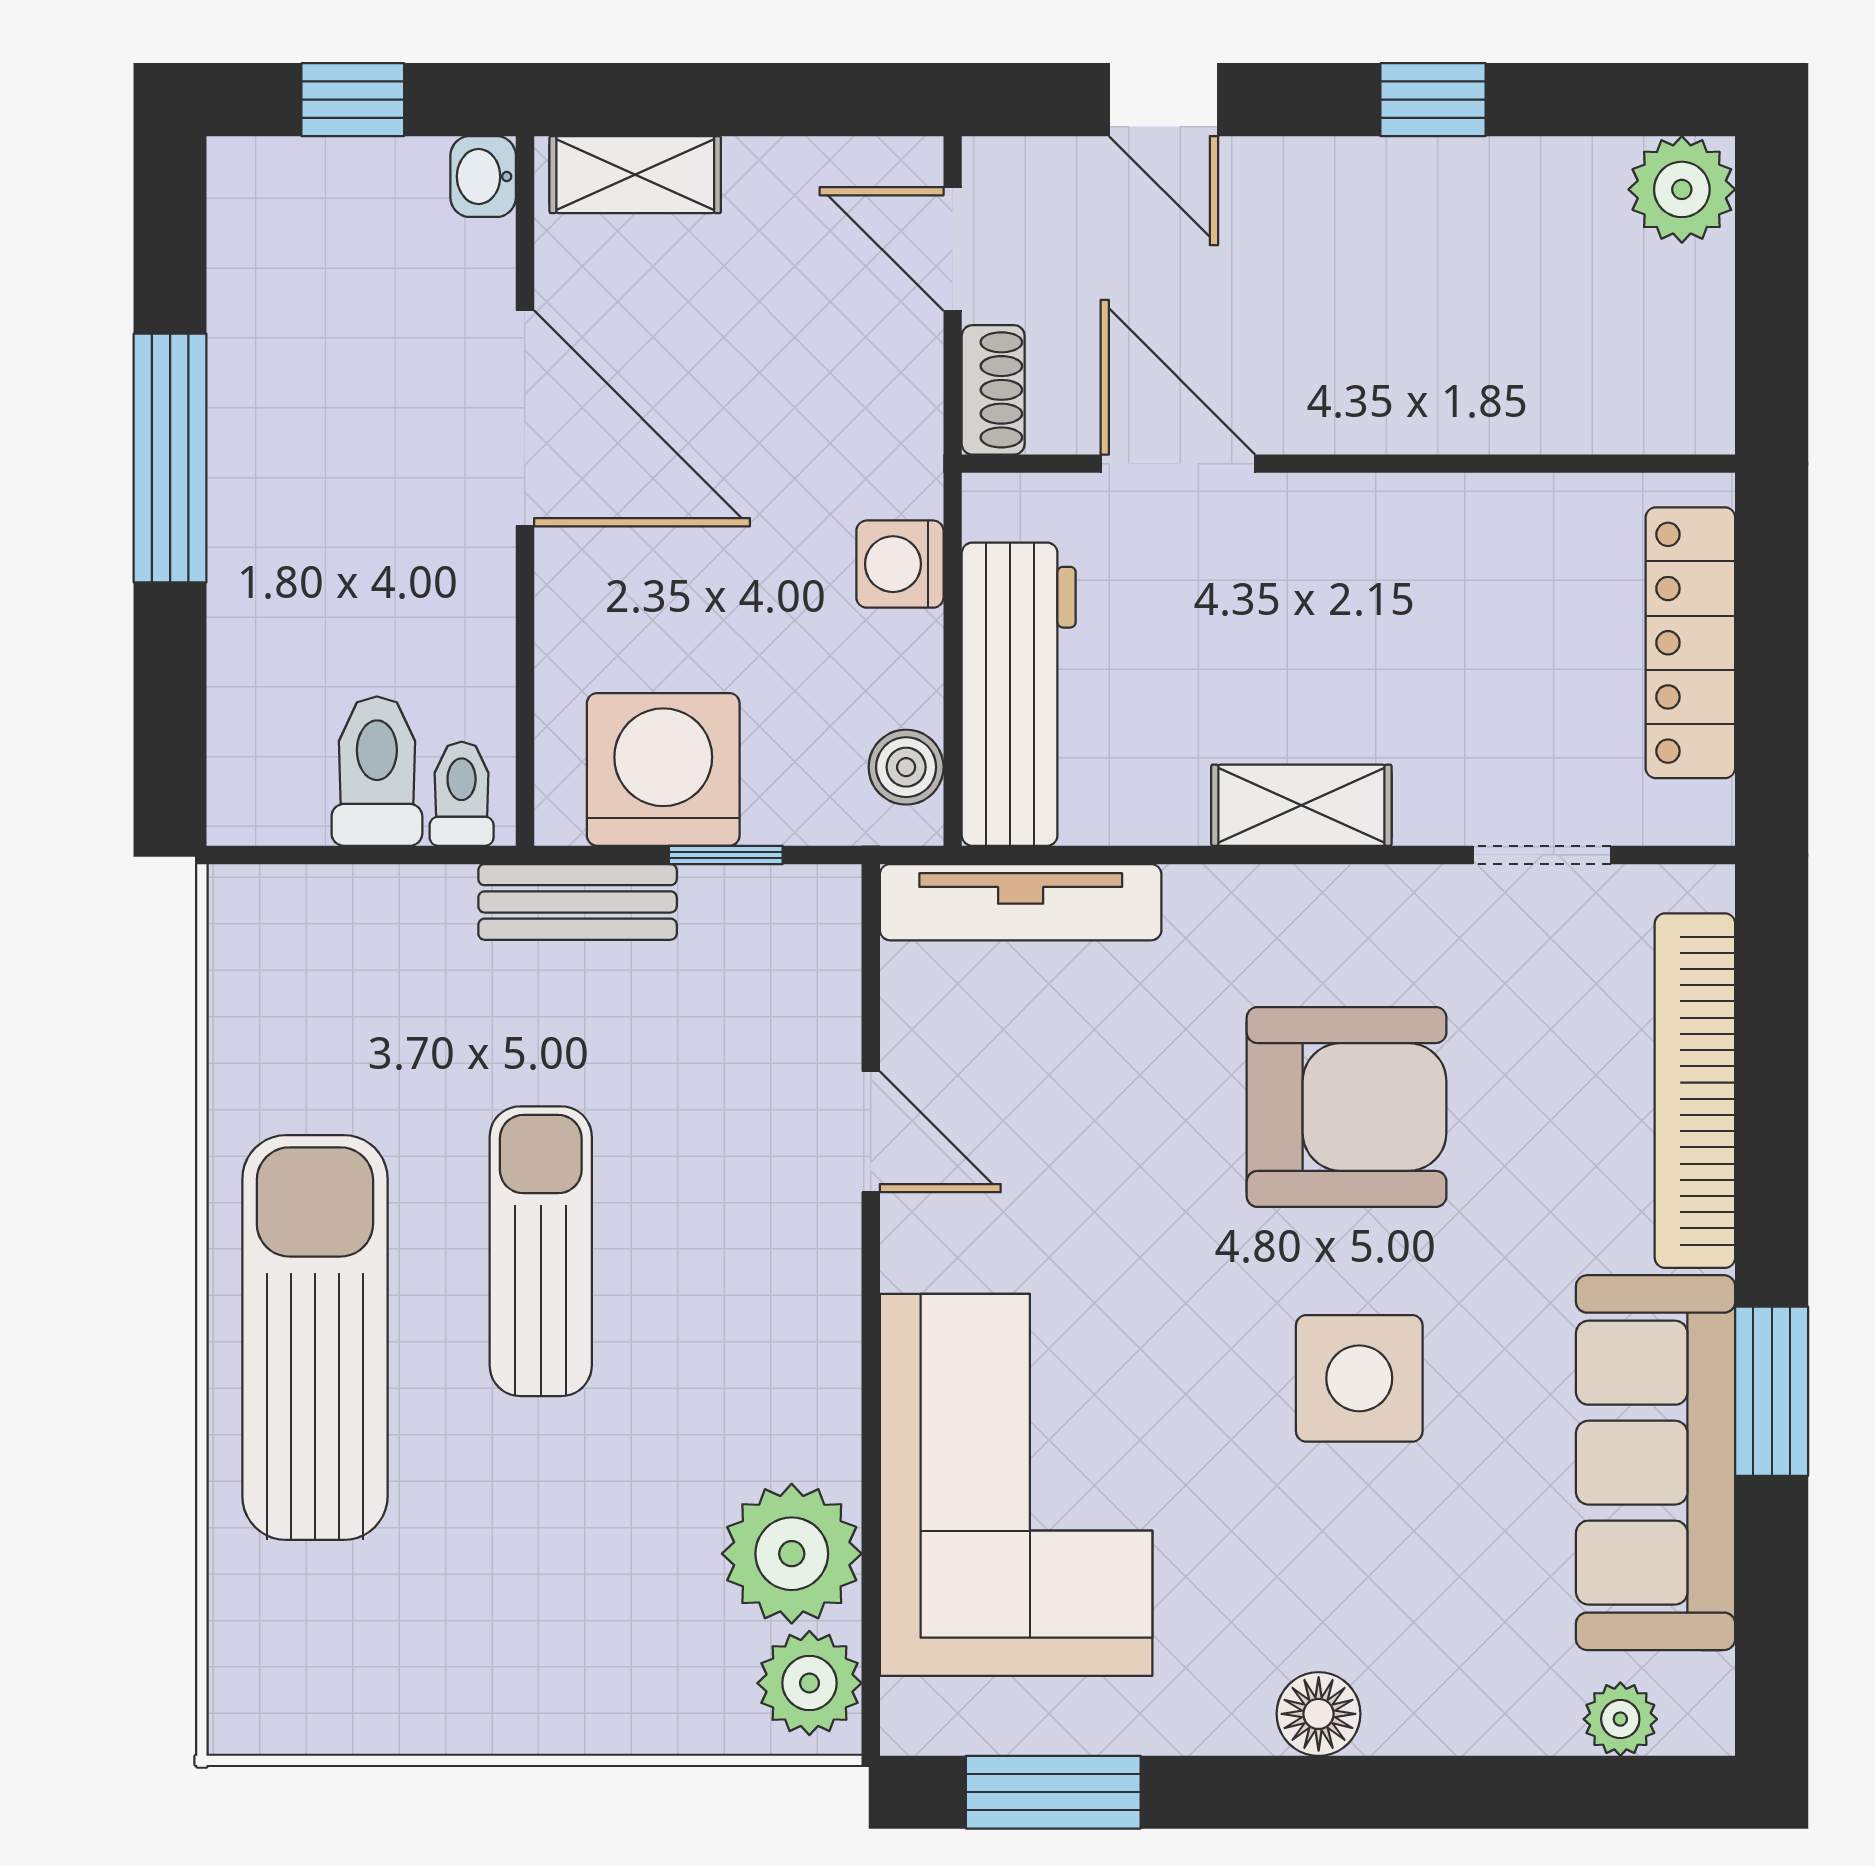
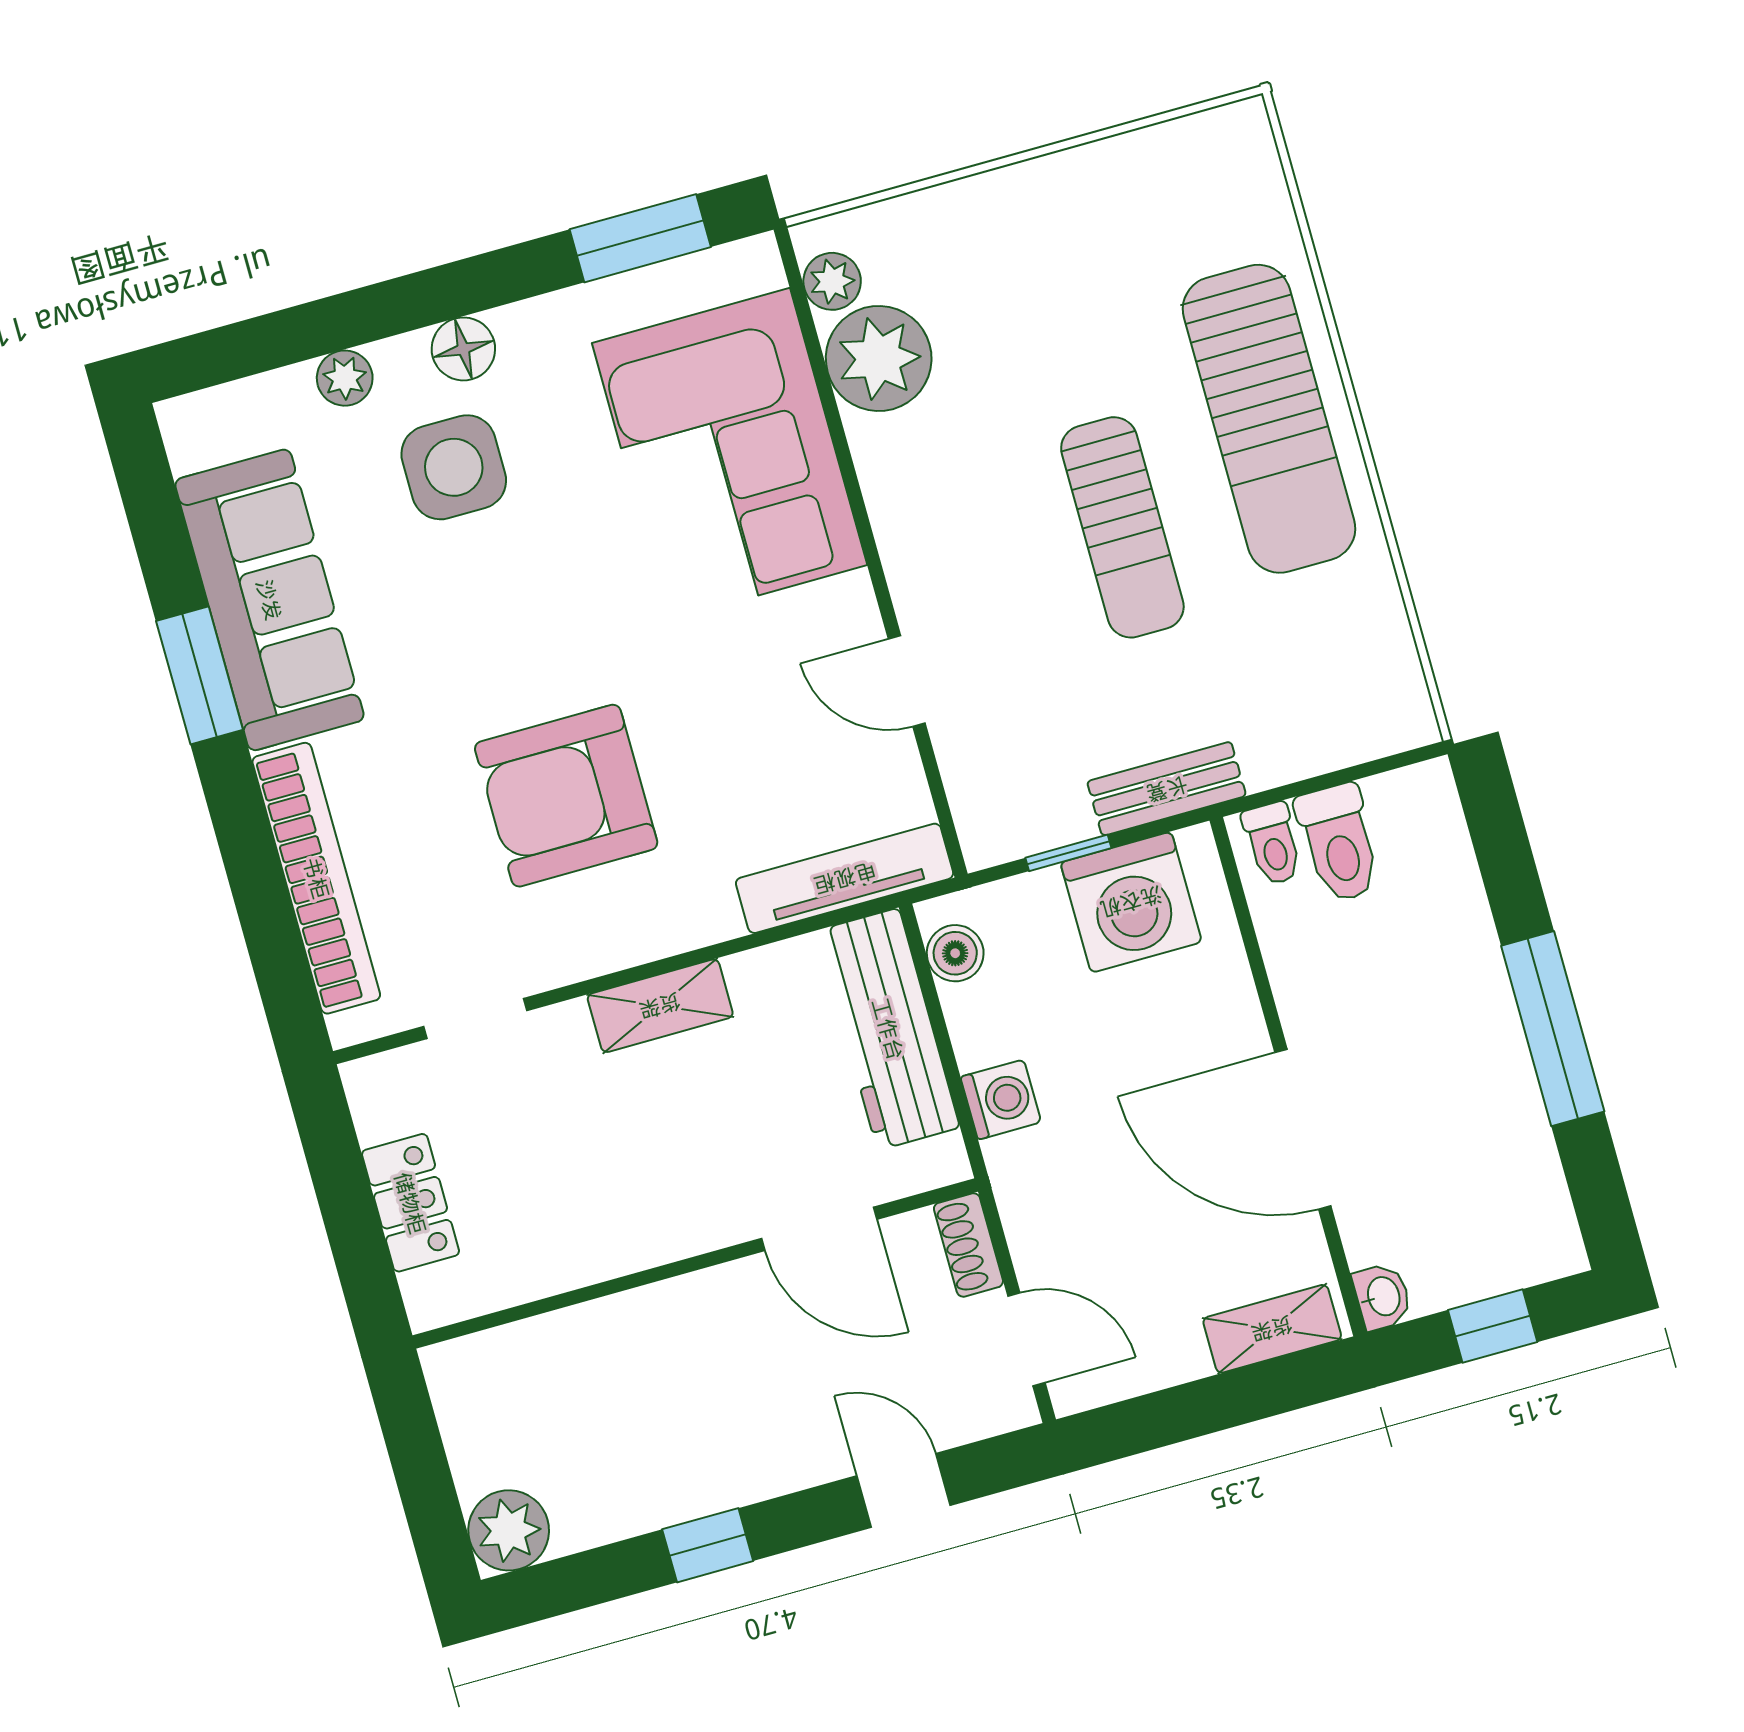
locker: (1690, 643) -> (410, 1203), width x0.66
side table: (1359, 1378) -> (454, 467), moved
plant: (809, 1683) -> (832, 281), width x0.73, depth x0.73
plant: (1620, 1719) -> (345, 378), moved

